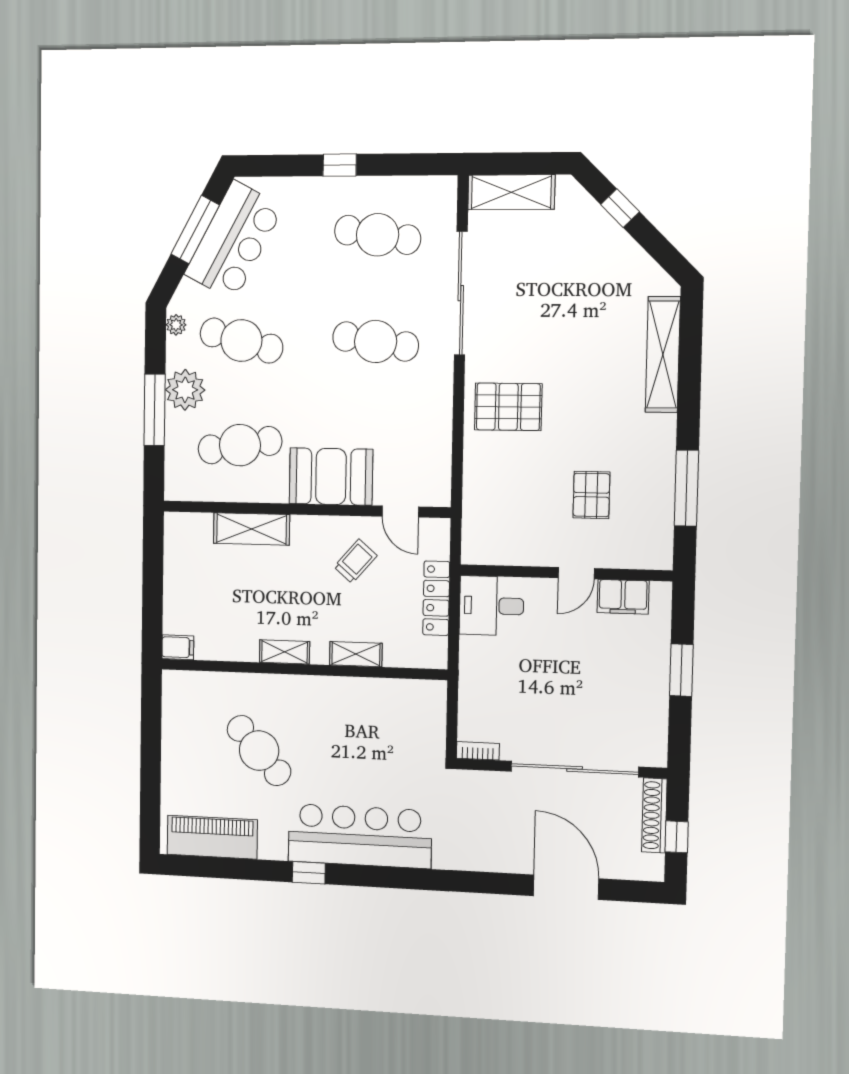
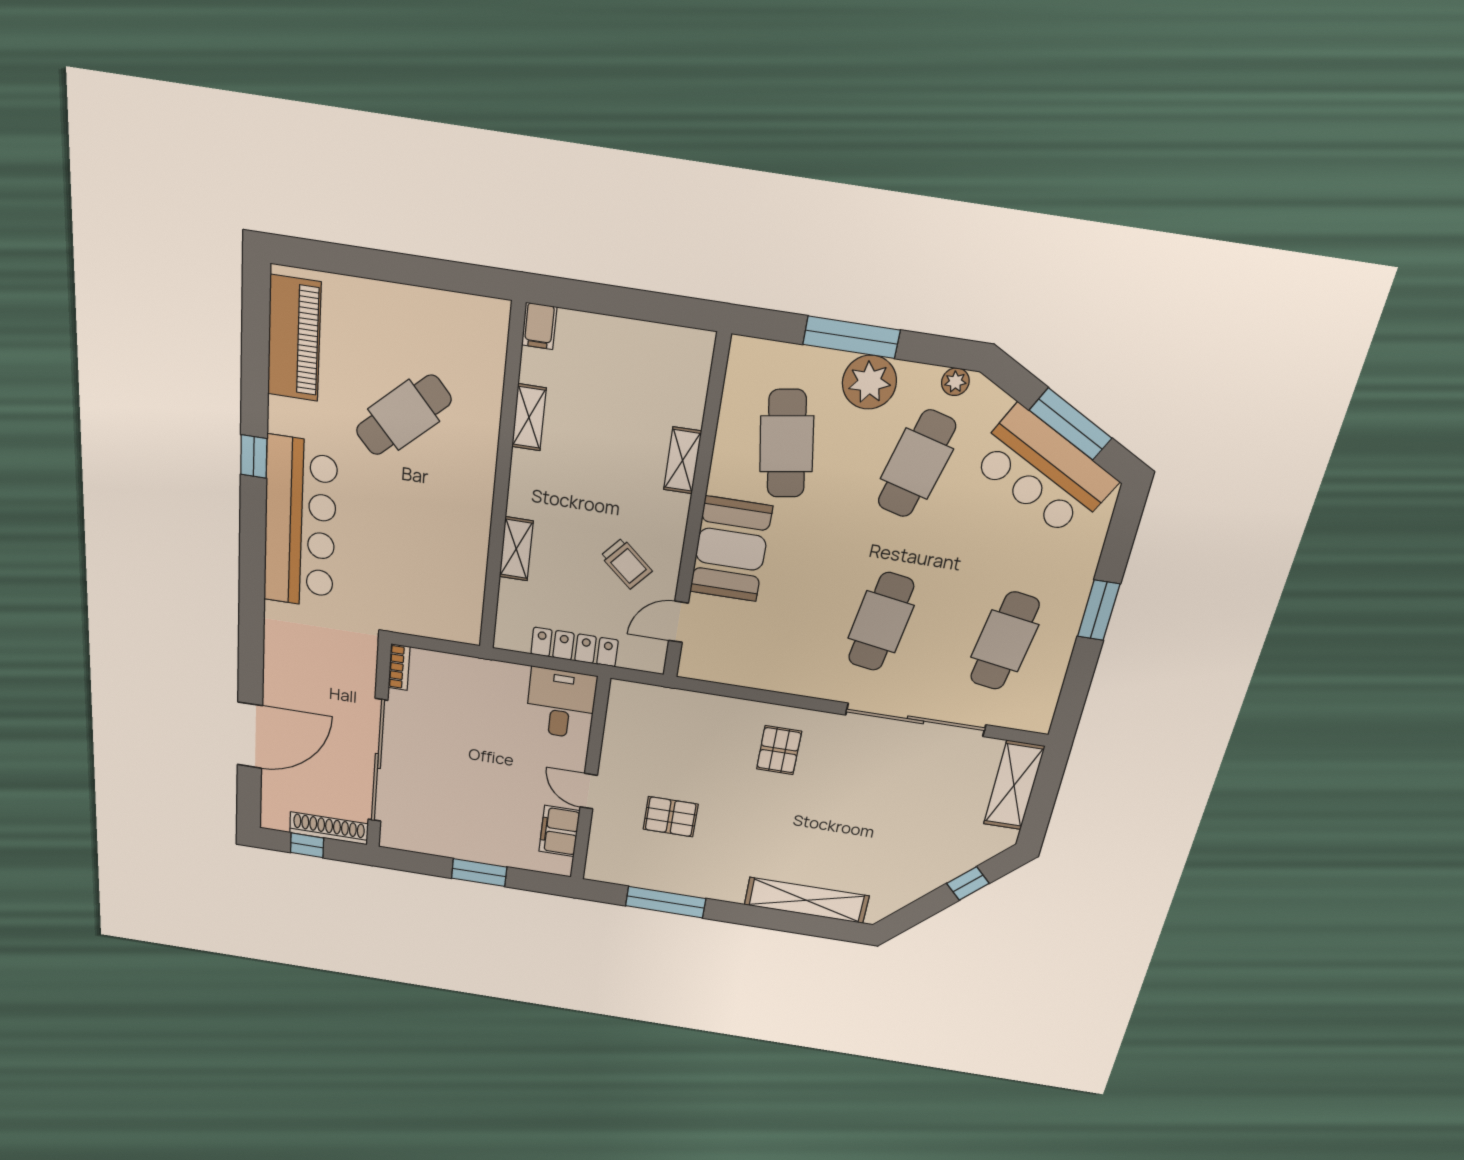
window: (340, 165) -> (1099, 610), width x1.50
pallet: (508, 407) -> (779, 750), width x0.67, depth x0.71
shelving: (251, 529) -> (683, 460), width x0.67, depth x0.75
shelving: (284, 652) -> (529, 417), moved

